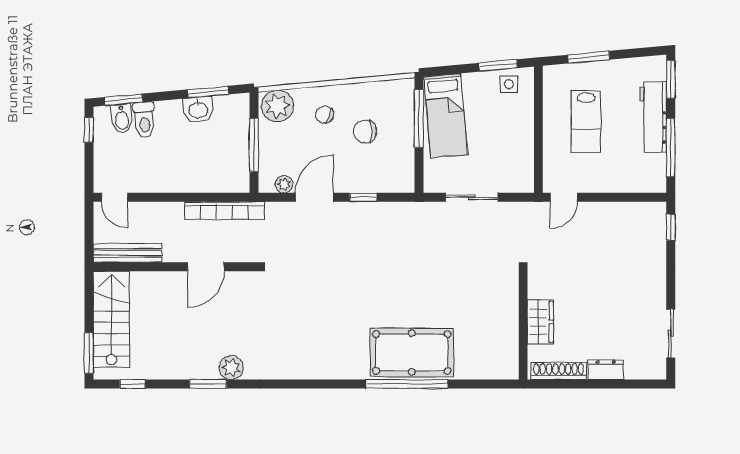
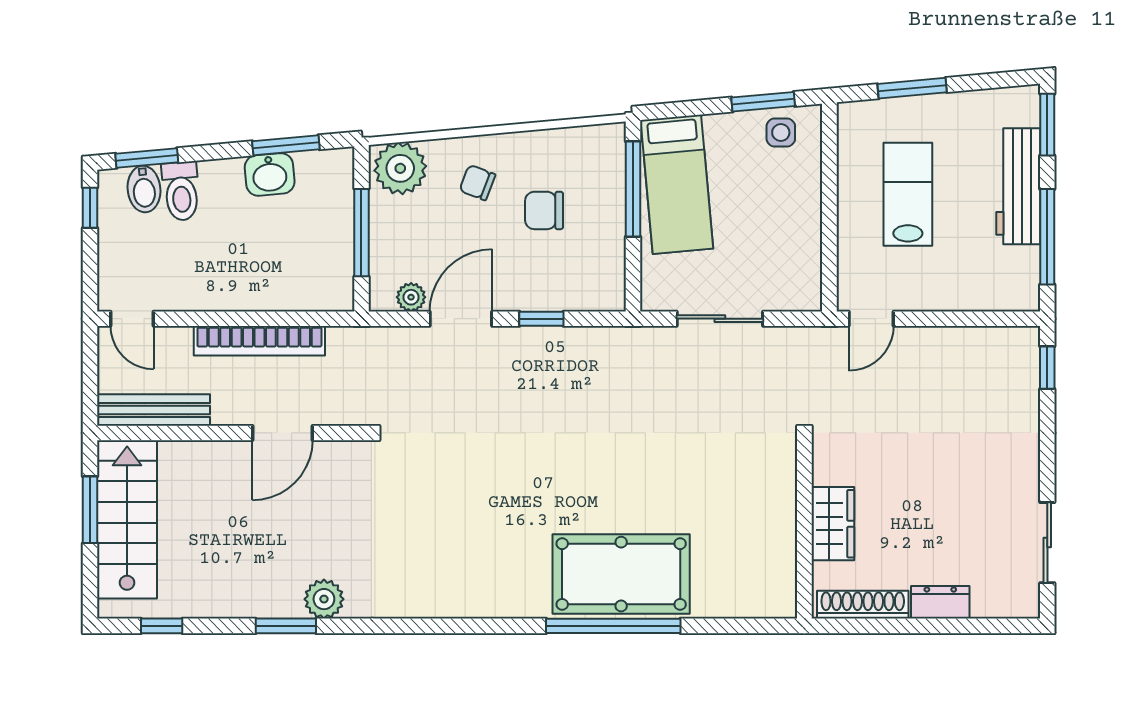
lab bench: (586, 122) -> (908, 194), turned 180
bookcase: (224, 211) -> (259, 341), moved
window: (89, 353) -> (90, 510), moved

